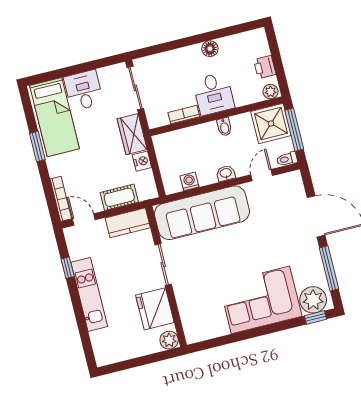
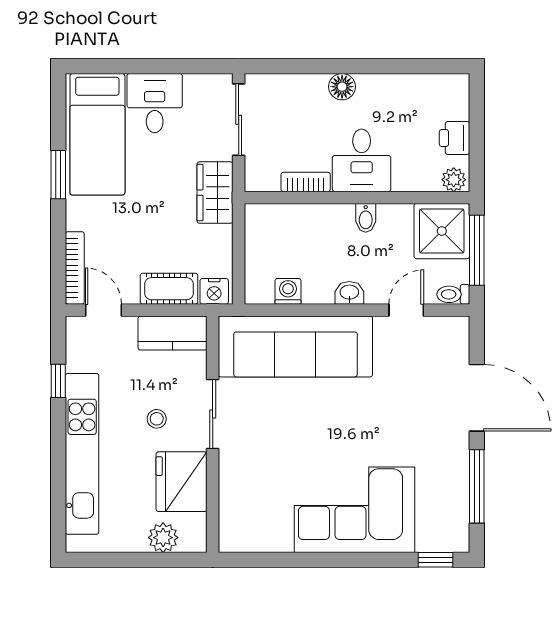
floor lamp: (210, 49) -> (342, 87), moved
nightstand: (142, 161) -> (214, 291), moved, turned 90
stool: (131, 276) -> (157, 419), added
kitchen unit: (89, 294) -> (82, 454), width x1.36
plant: (313, 300) -> (439, 531), removed
plant: (169, 340) -> (163, 538), moved

